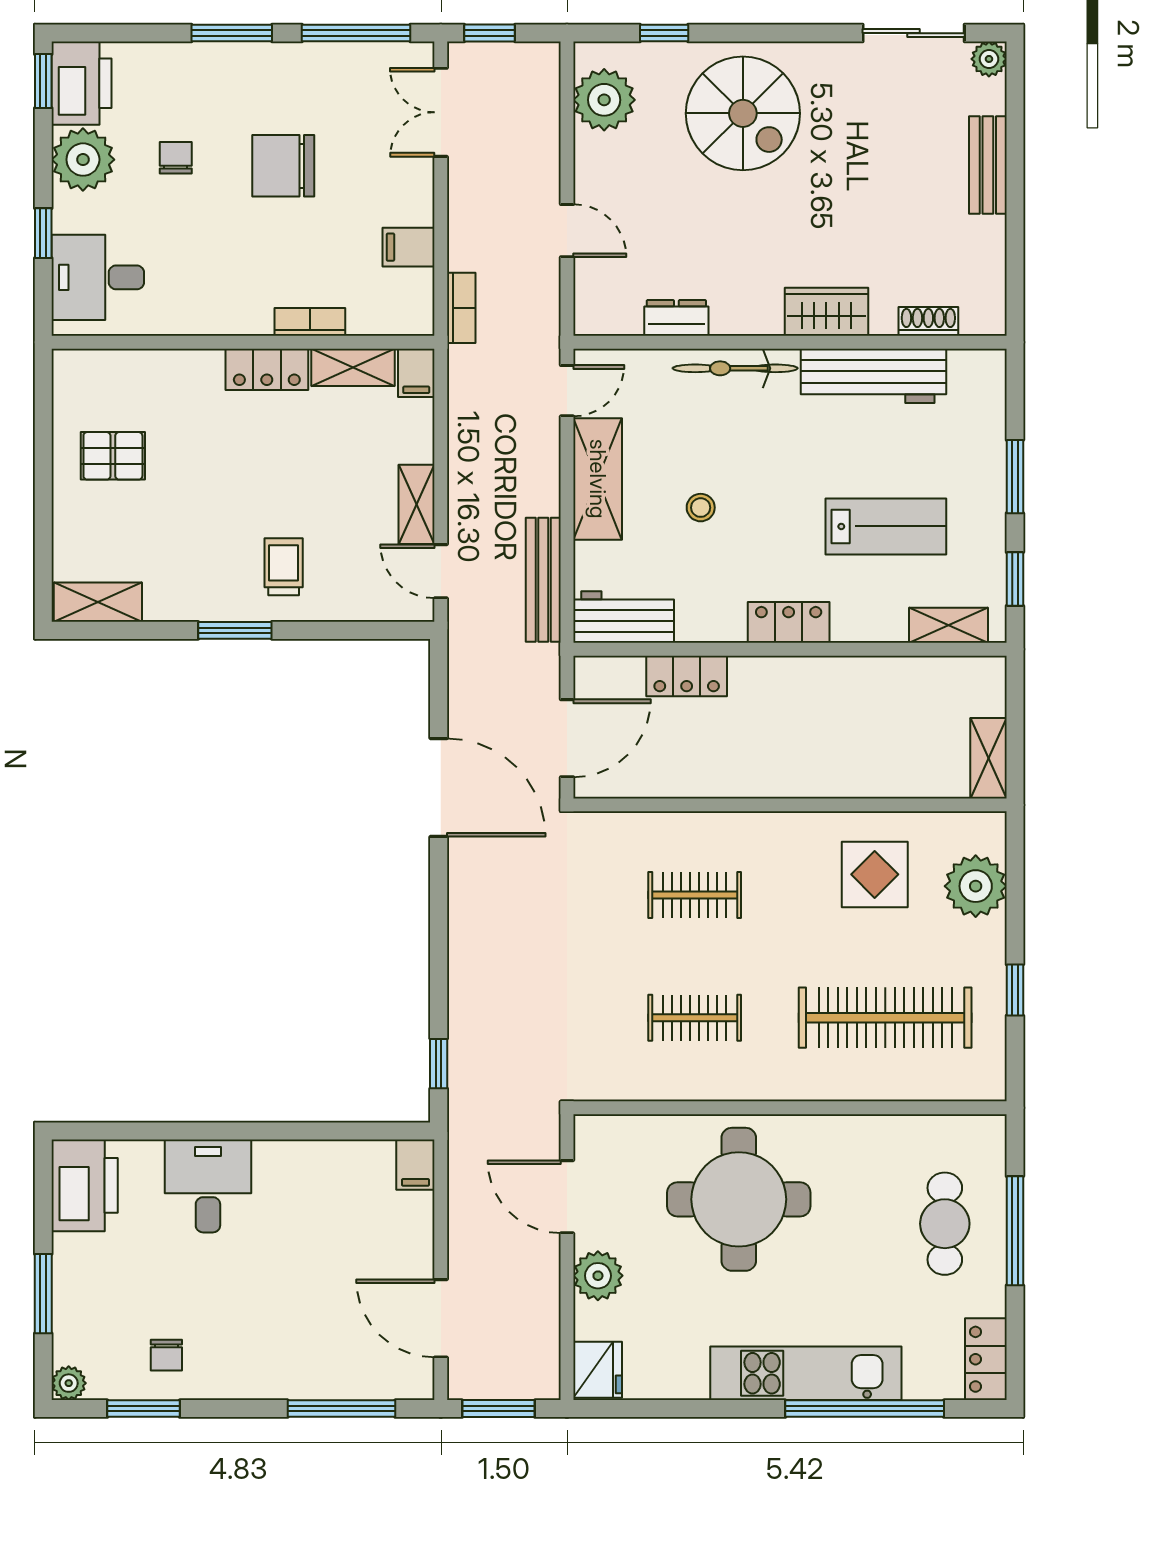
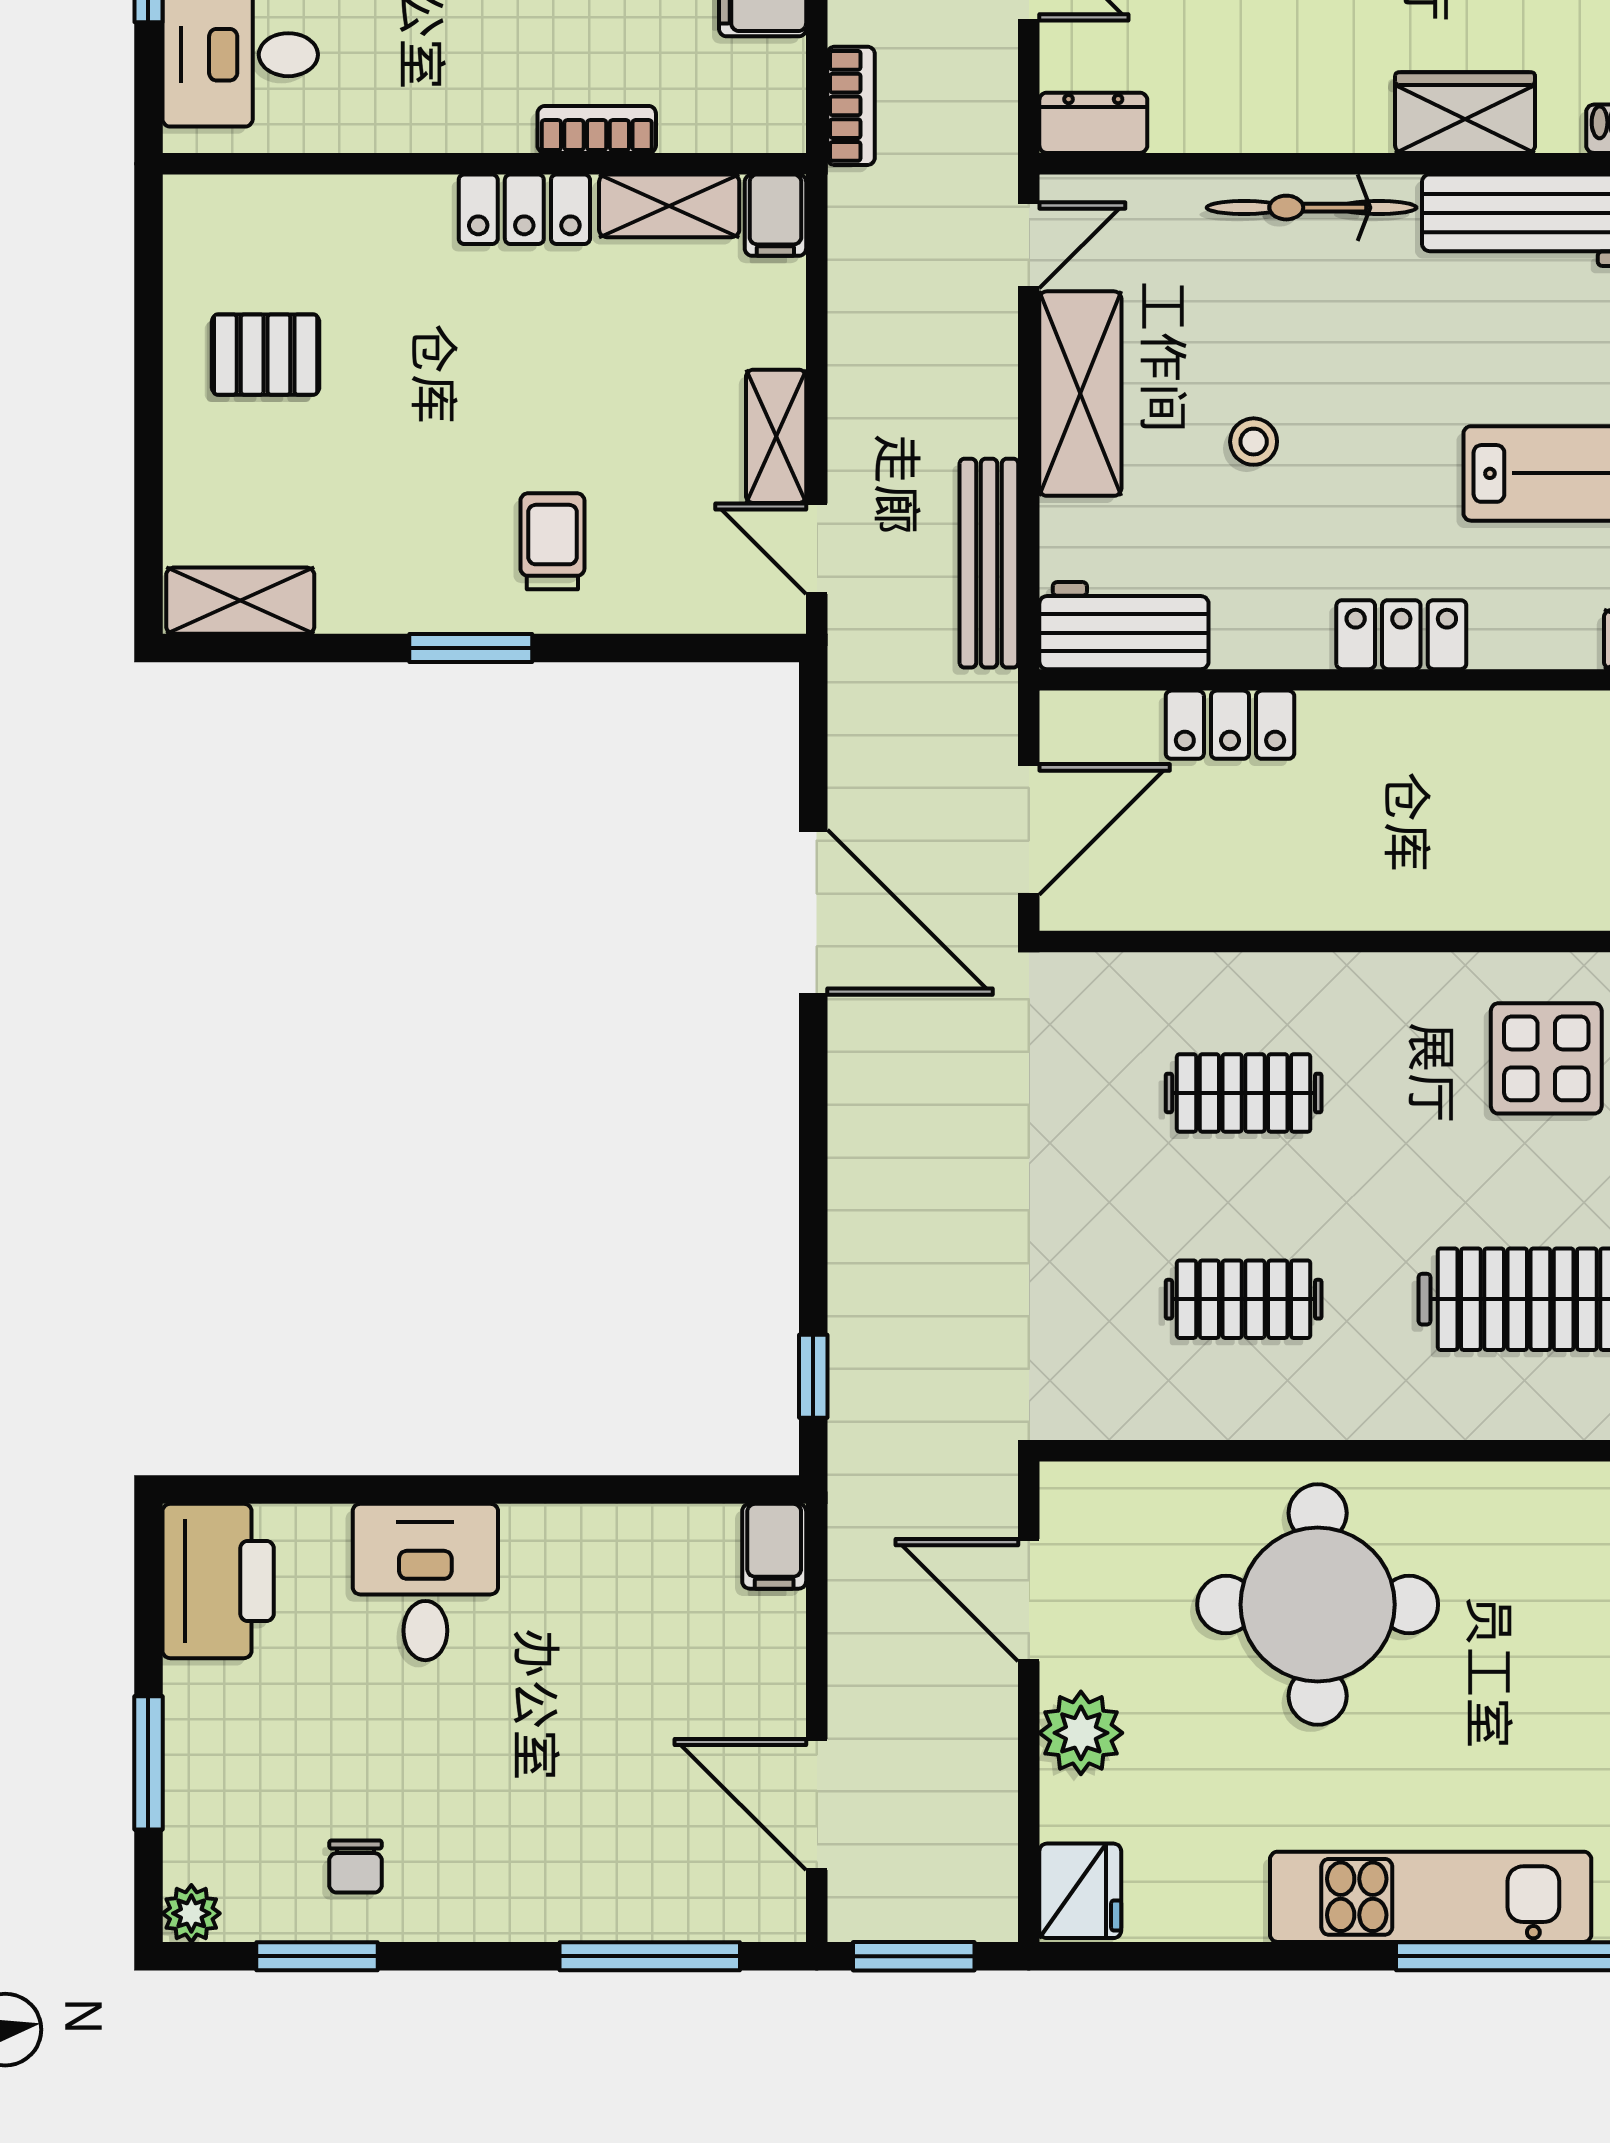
dresser: (676, 318) -> (1093, 123), moved

